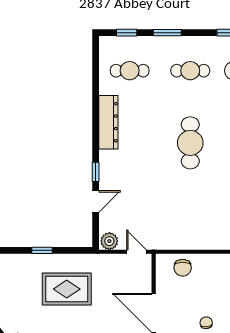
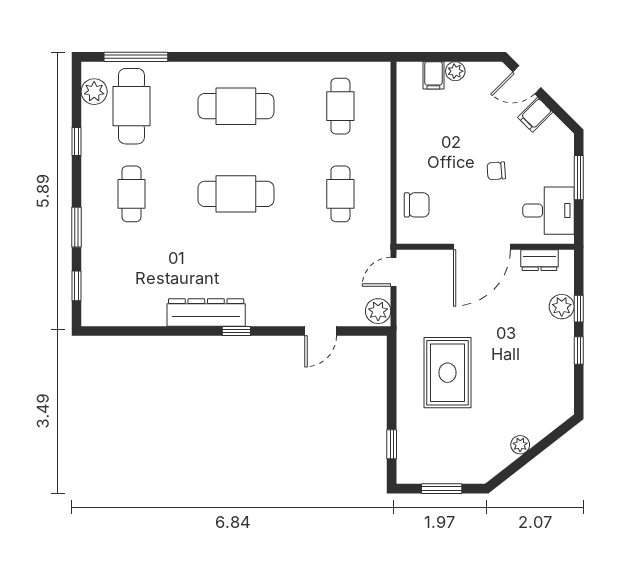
cafe table: (130, 71) -> (340, 194), moved
window: (96, 172) -> (236, 331), moved
door: (96, 201) -> (321, 331), swing flipped
window: (42, 250) -> (392, 444), moved

